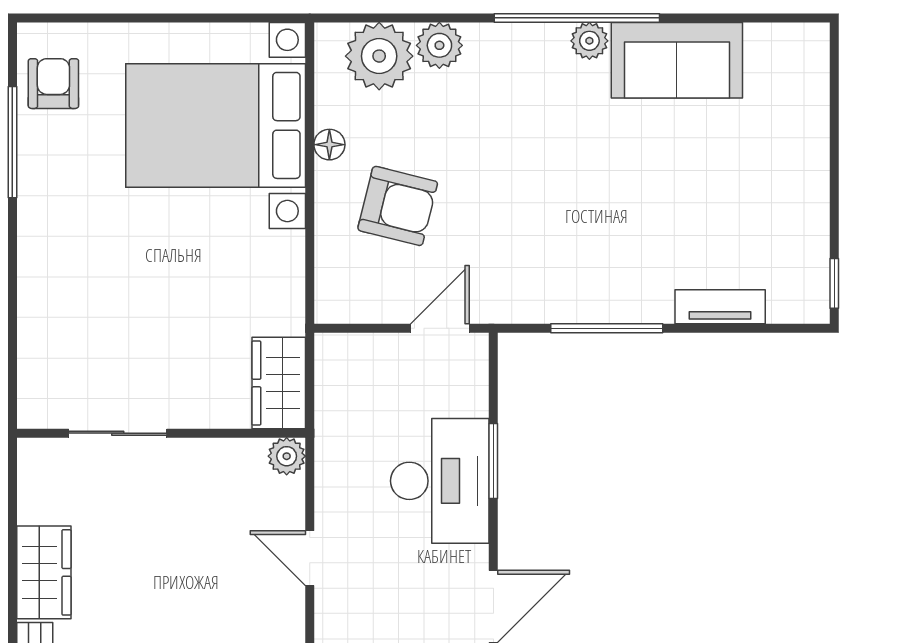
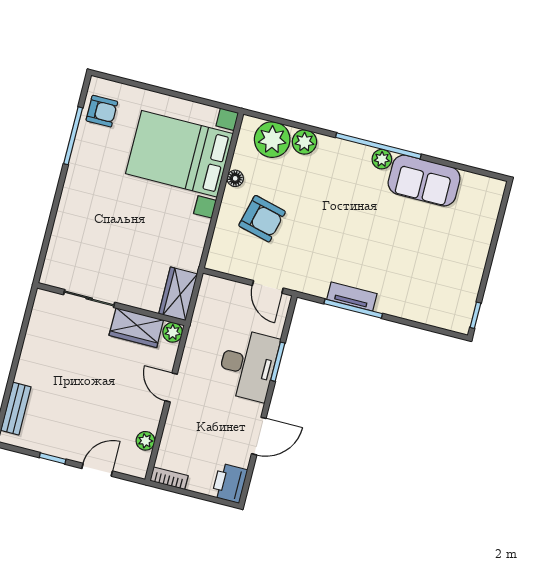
armchair: (53, 84) -> (102, 111), turned 90
tv unit: (720, 307) -> (352, 297), moved
door: (440, 328) -> (268, 287), swing flipped
wardrobe: (44, 572) -> (136, 328), moved, turned 90

